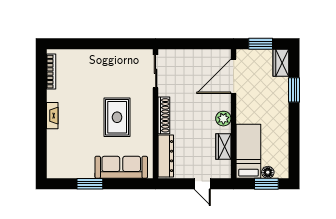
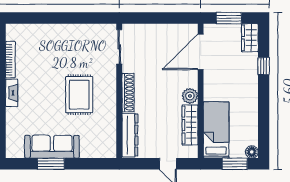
bookcase: (51, 72) -> (10, 60), moved
window: (294, 90) -> (264, 66), width x0.67
wardrobe: (223, 146) -> (190, 125), width x1.50
sofa: (121, 167) -> (52, 147), moved
floor lamp: (268, 172) -> (252, 152), moved

